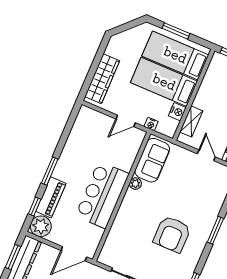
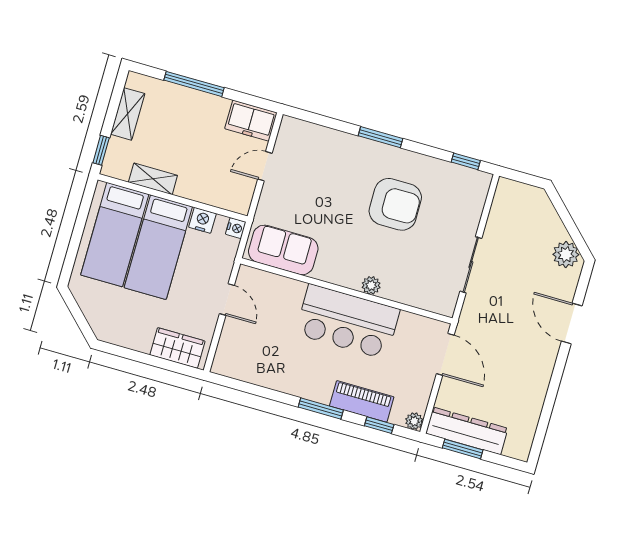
window: (176, 31) -> (76, 238), removed
wardrobe: (102, 79) -> (177, 348), width x0.67
shelving: (191, 121) -> (153, 179), moved
nightstand: (151, 124) -> (236, 228), moved
plant: (135, 184) -> (371, 285), moved
plant: (41, 226) -> (414, 421), width x0.53, depth x0.53

